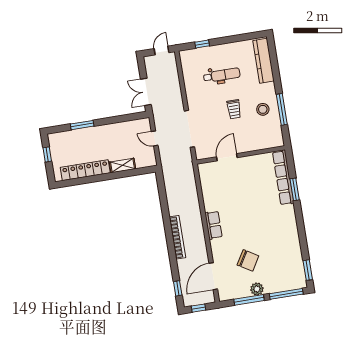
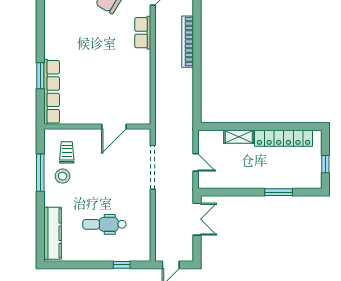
trolley: (234, 109) -> (67, 152), moved
row of seats: (213, 225) -> (143, 33), moved

